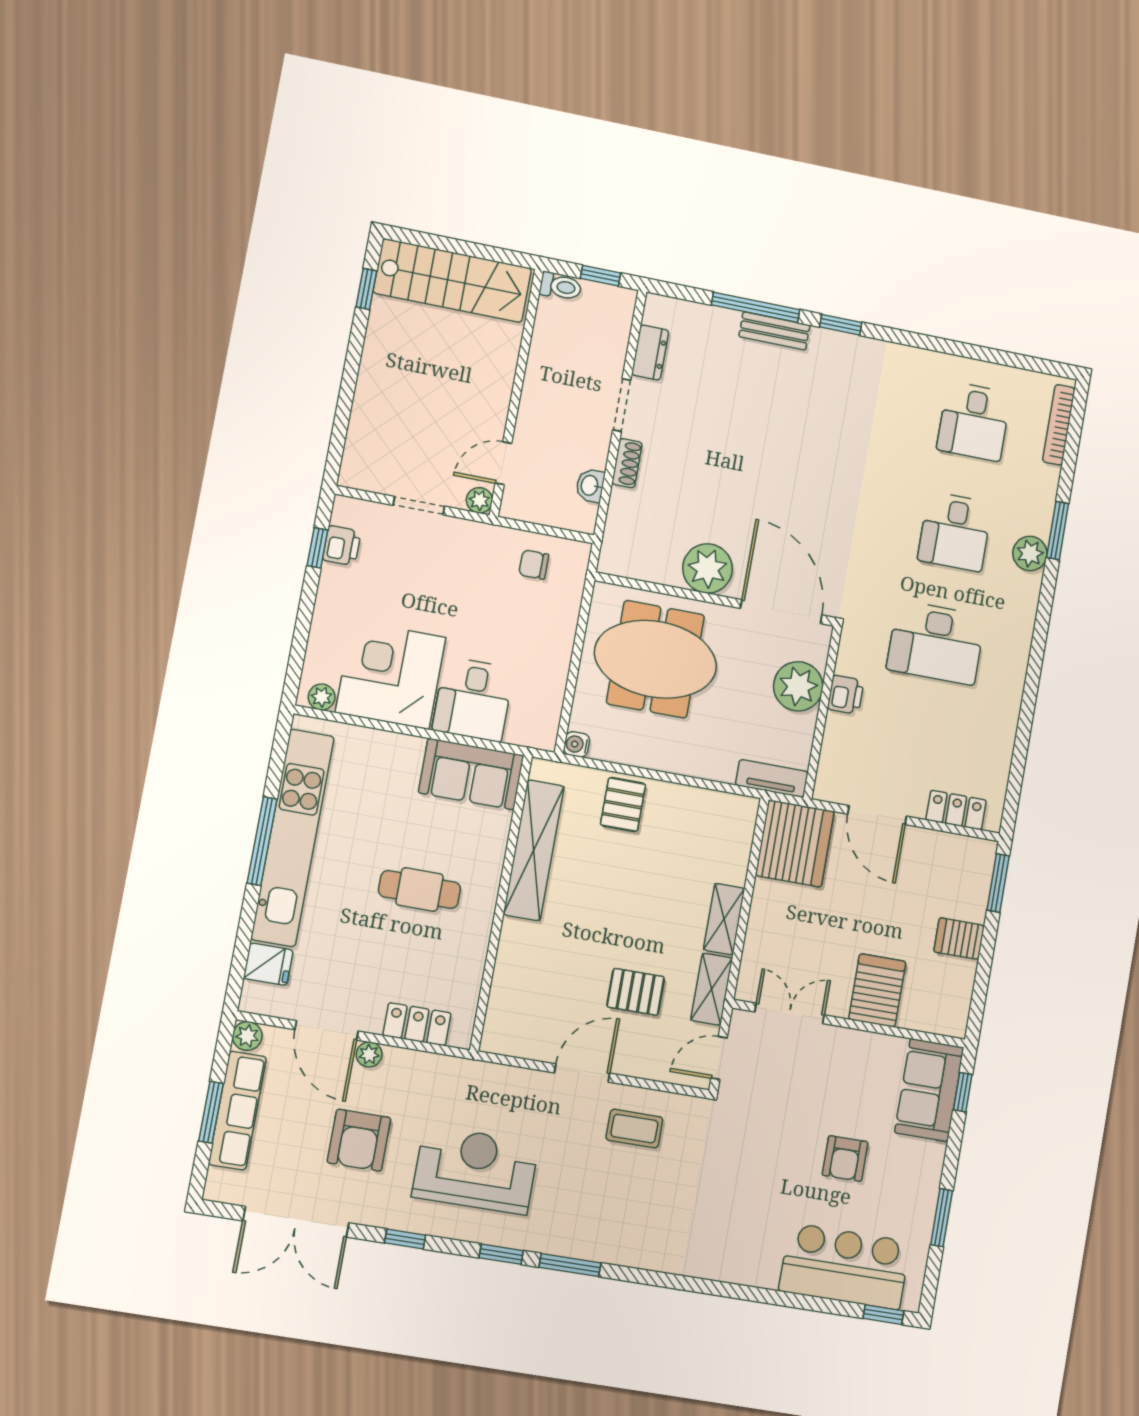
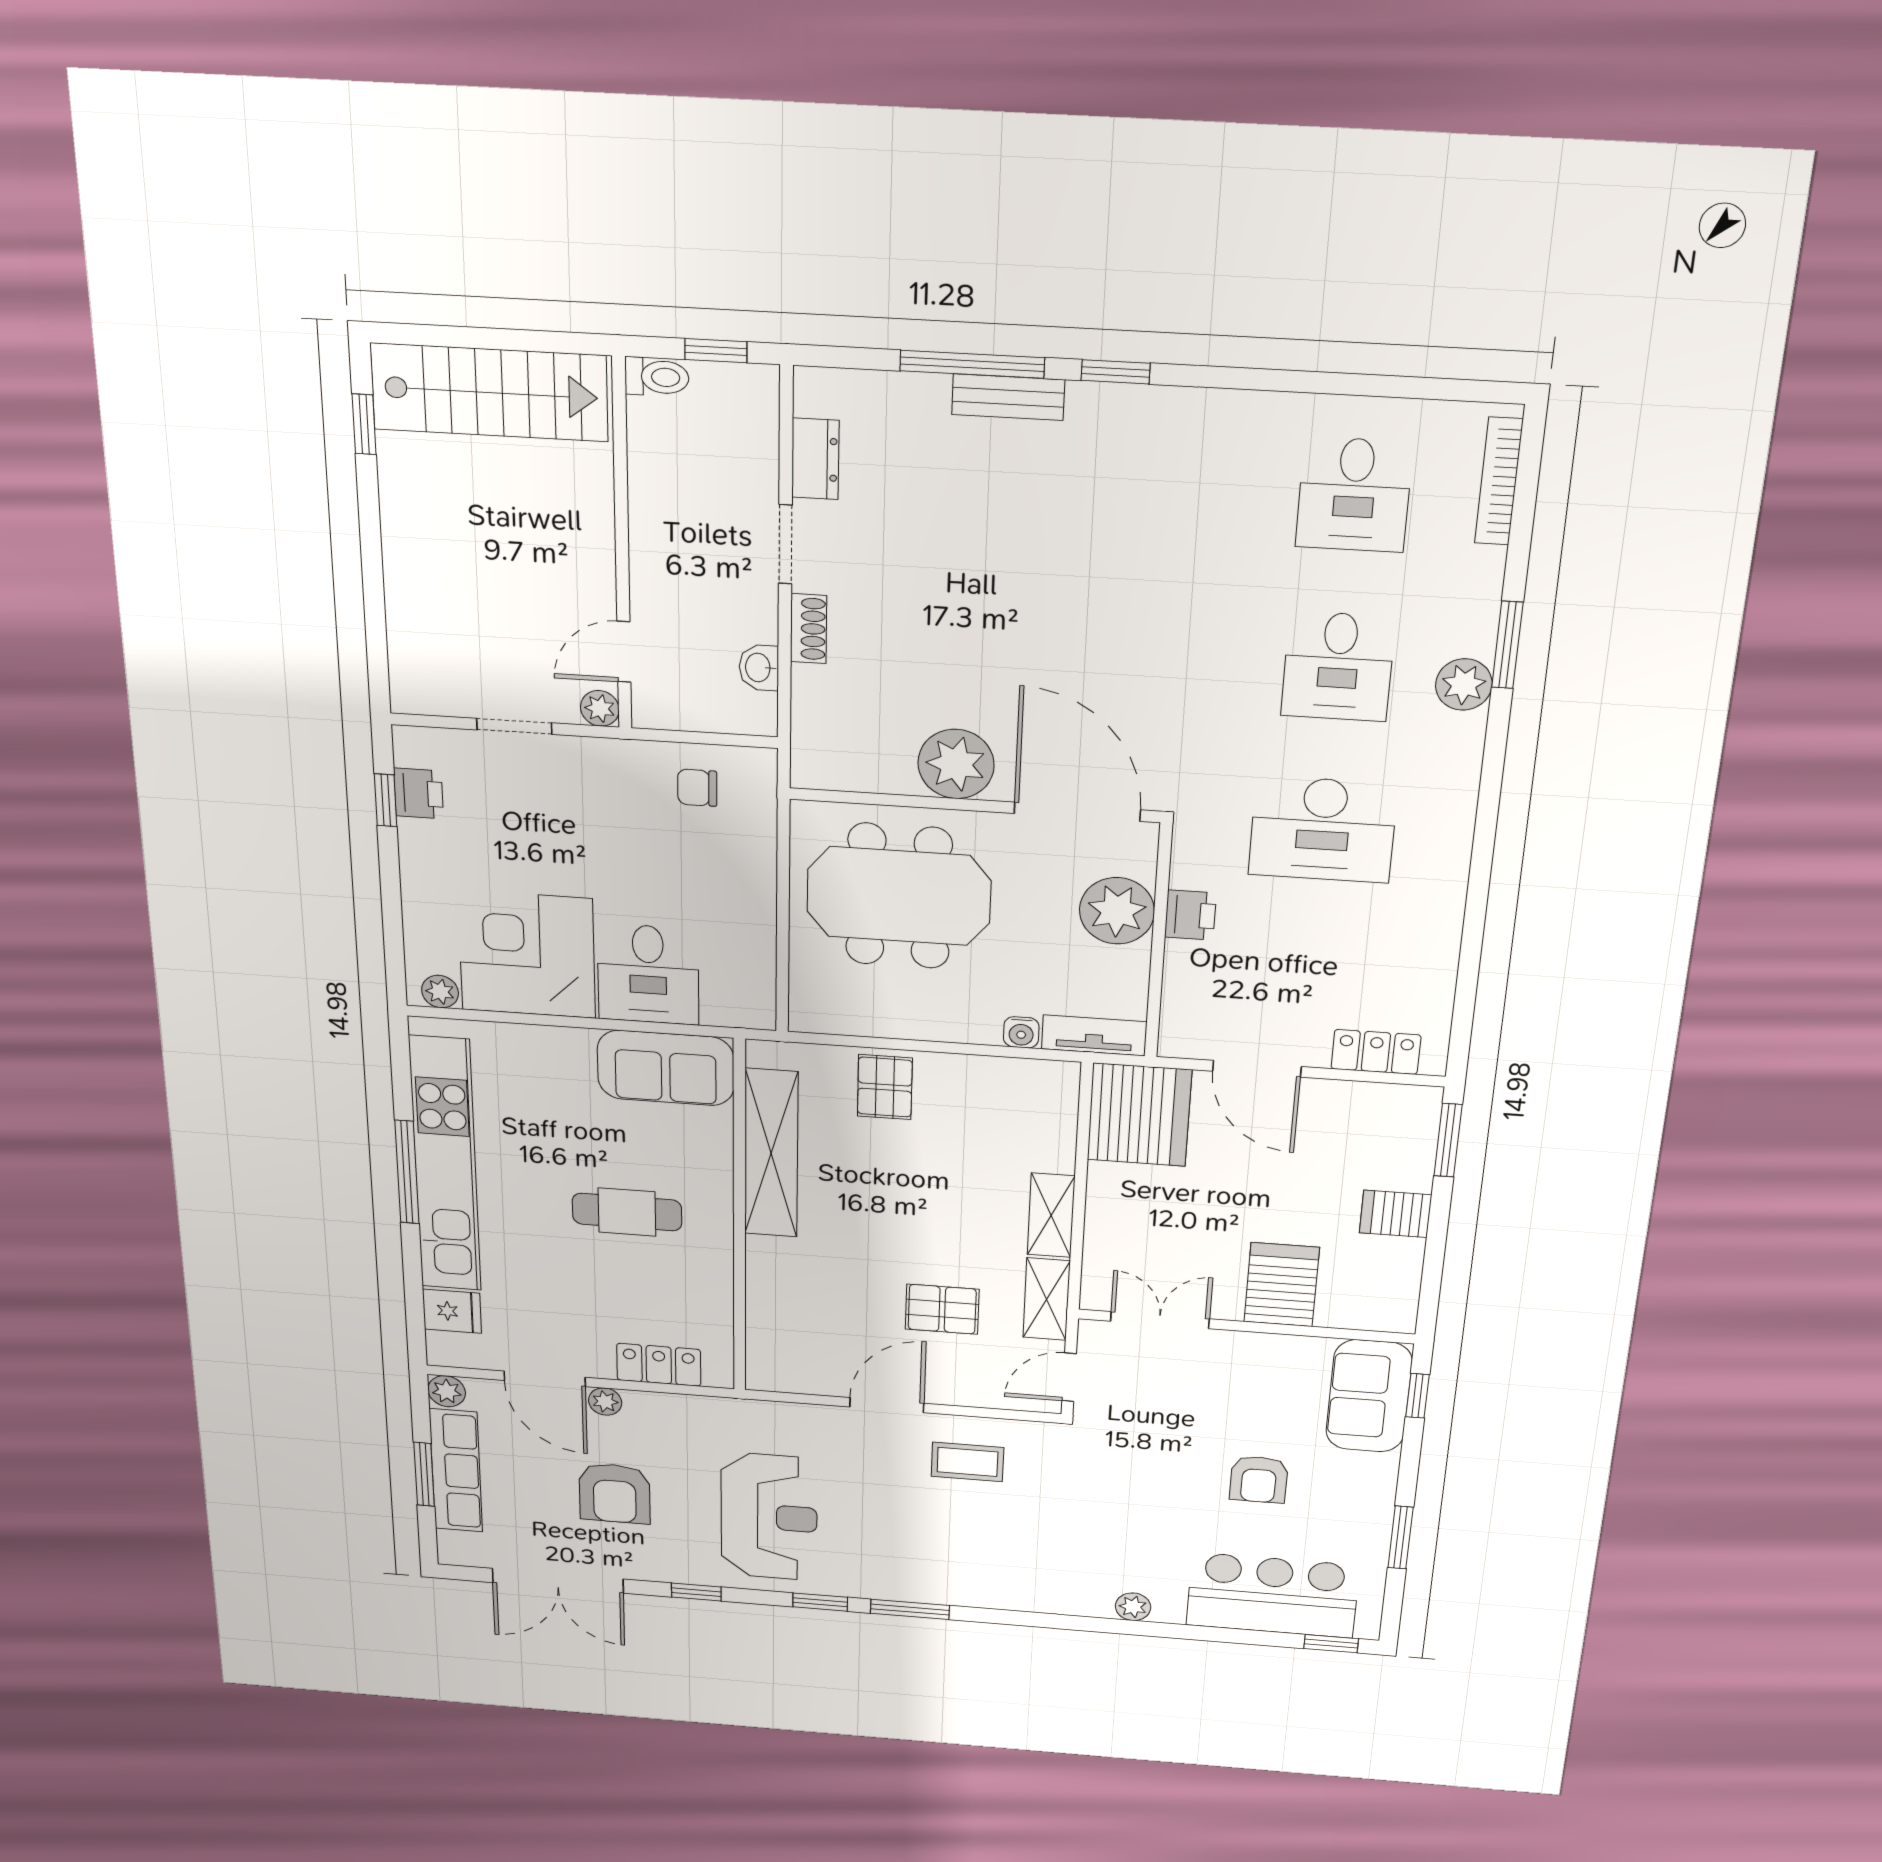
water cooler: (577, 744) -> (1021, 1032), moved, turned -90
reception desk: (475, 1170) -> (769, 1517), turned 90
plant: (740, 1272) -> (1133, 1607), added

